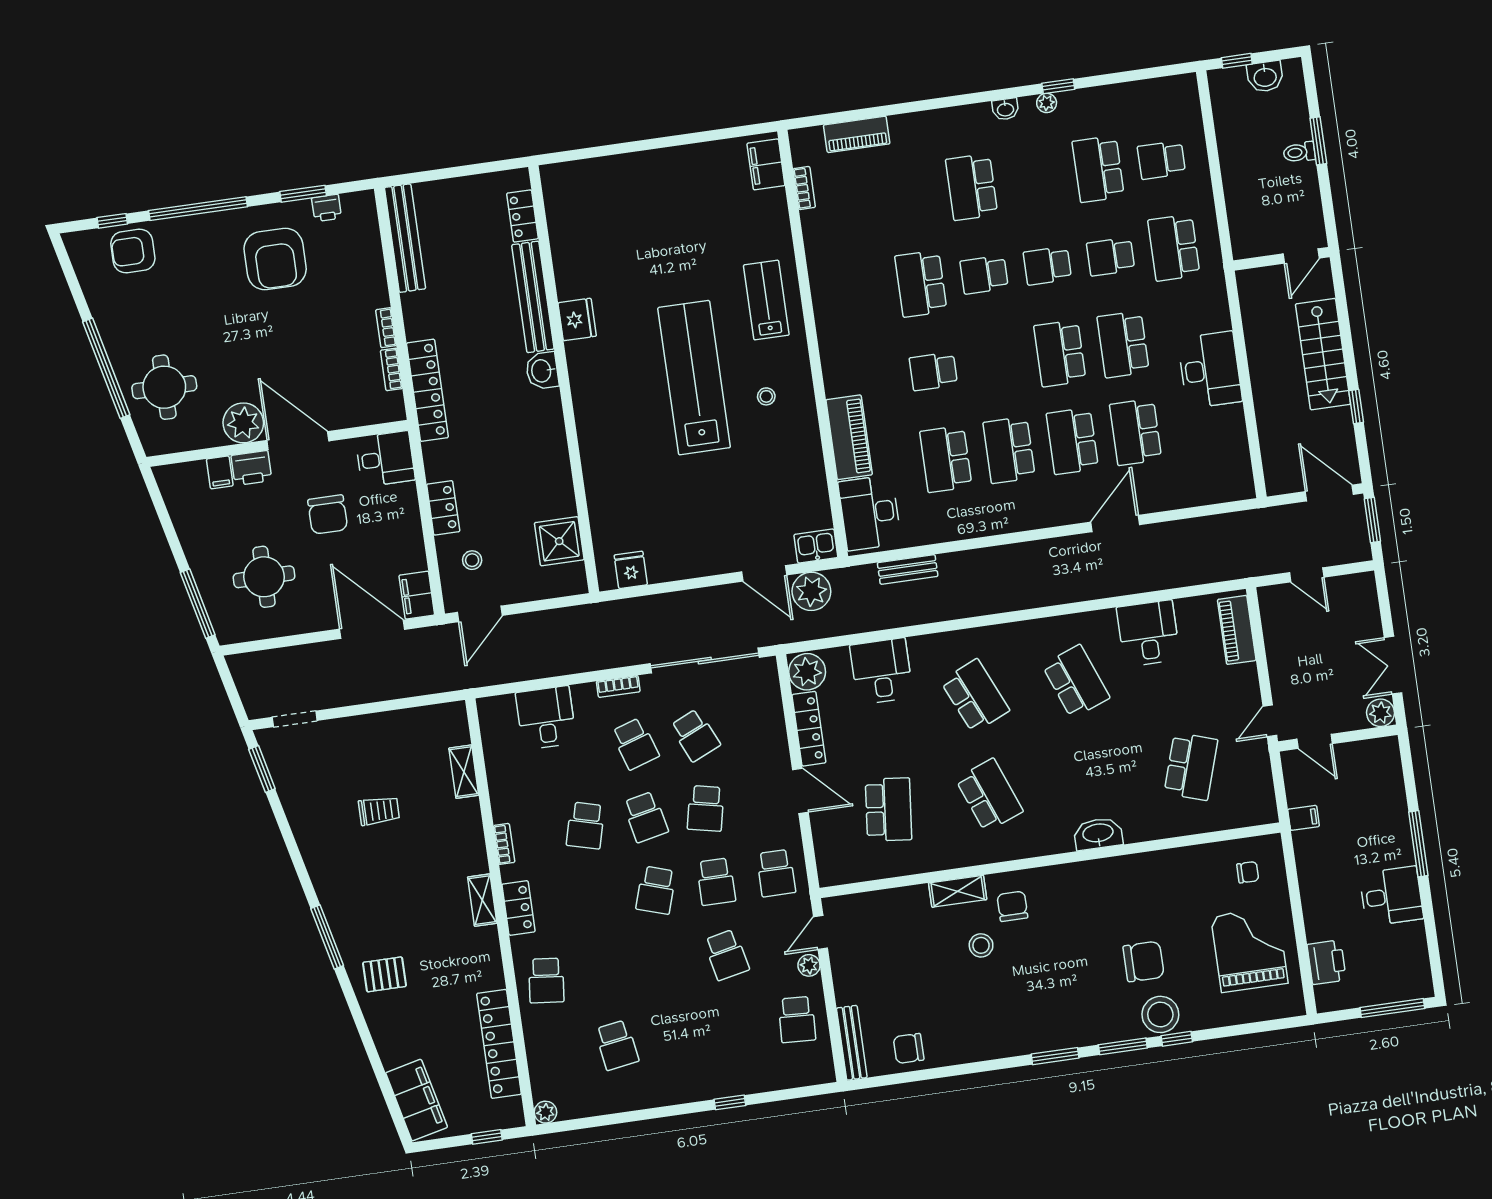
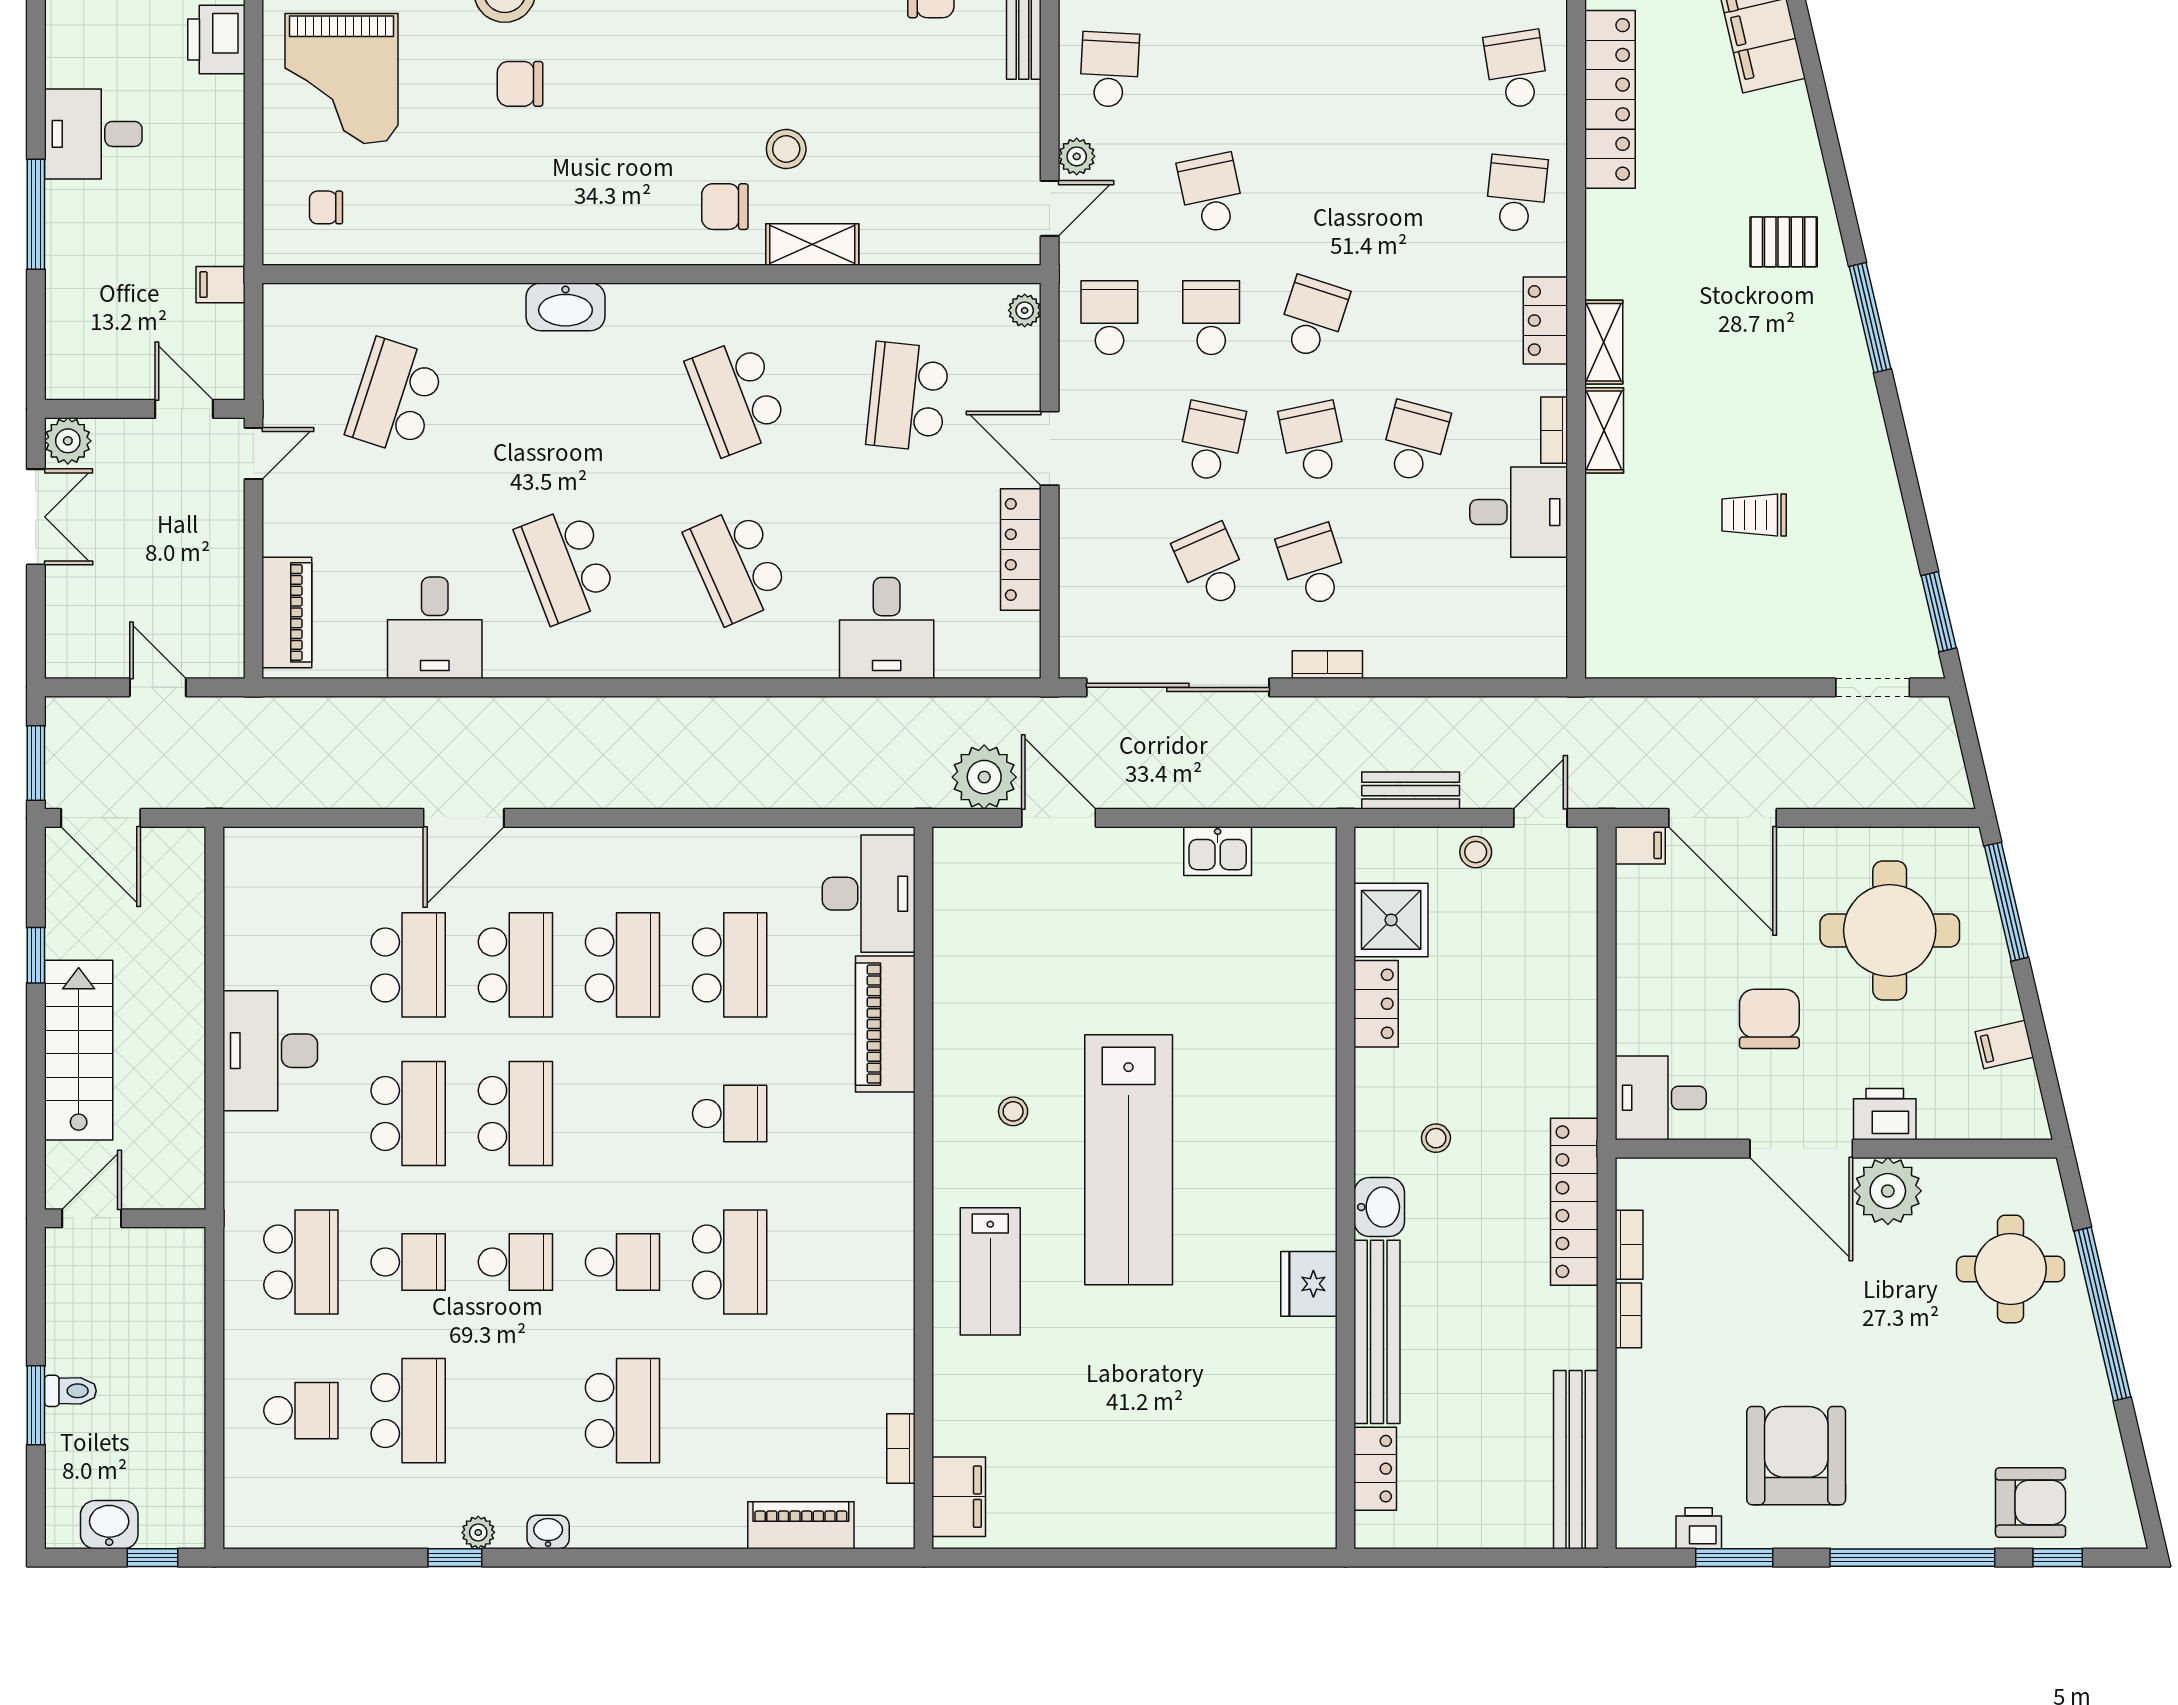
stool: (514, 416) -> (1436, 1138), added
filing cabinet: (220, 472) -> (2004, 1044), moved, turned -103
locker: (443, 508) -> (1376, 1004), moved, turned 180
kitchen sink: (816, 546) -> (1218, 851), moved
stool: (472, 560) -> (1476, 852), moved
bench: (908, 569) -> (1411, 791), moved
fridge: (631, 570) -> (1279, 855), removed
round table: (264, 577) -> (1890, 930), width x1.36, depth x1.36
filing cabinet: (417, 595) -> (1640, 845), width x0.50
door: (480, 614) -> (1540, 818), width x0.73
plant: (807, 672) -> (1025, 310), moved, width x0.53, depth x0.53
desk: (546, 718) -> (1519, 512), moved, turned -90
shelving: (464, 772) -> (1604, 430), moved
chair: (1012, 906) -> (725, 207), turned 90
chair: (1144, 961) -> (520, 84), width x0.73, depth x0.73
school desk: (617, 1045) -> (1516, 70), moved

